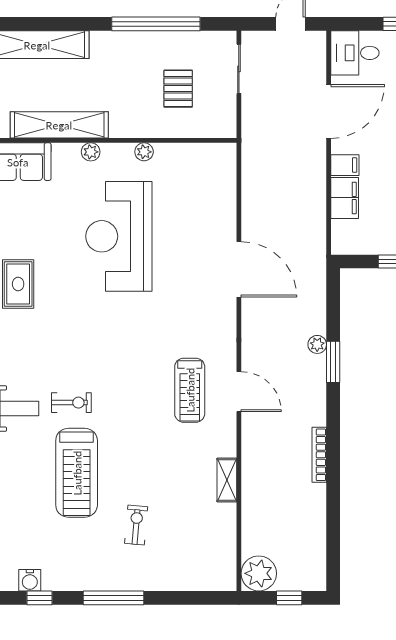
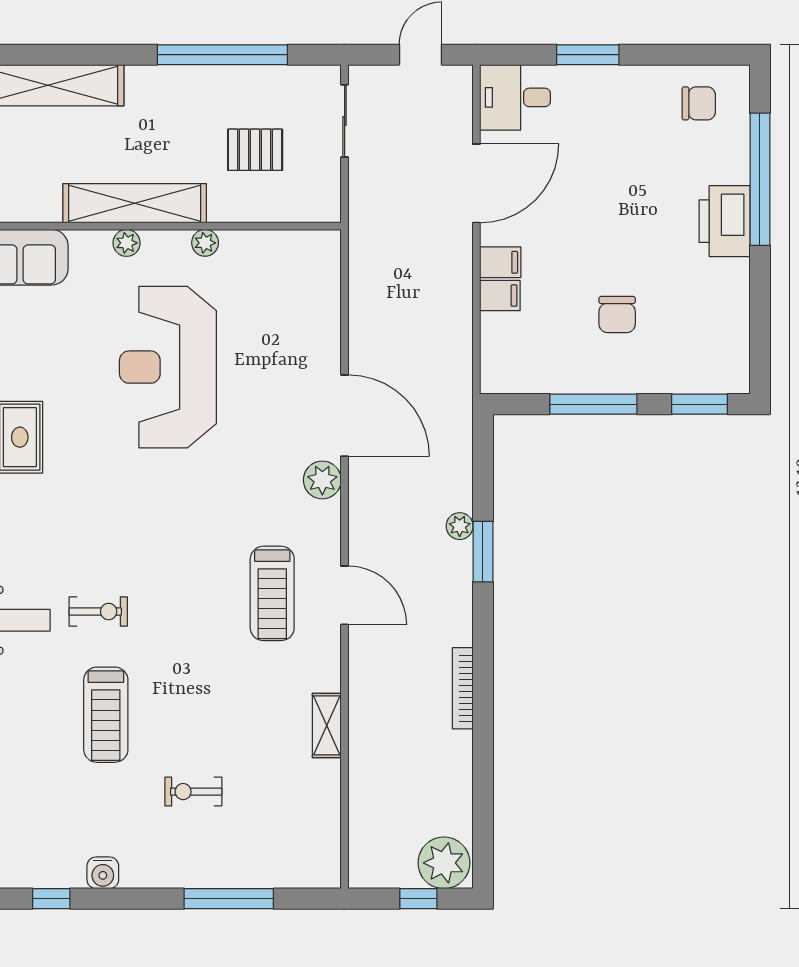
pallet: (178, 89) -> (255, 150), turned 90
shelving: (59, 125) -> (135, 203), moved
filing cabinet: (345, 198) -> (500, 296), width x0.50
plant: (224, 313) -> (322, 480), added
treadmill: (77, 473) -> (106, 715), width x0.73, depth x0.73
exercise bike: (136, 525) -> (193, 792), turned -95
plant: (259, 573) -> (444, 863), moved
water cooler: (30, 580) -> (103, 873), moved
window: (114, 598) -> (229, 899), moved

